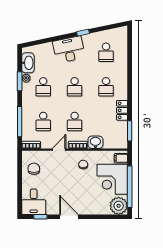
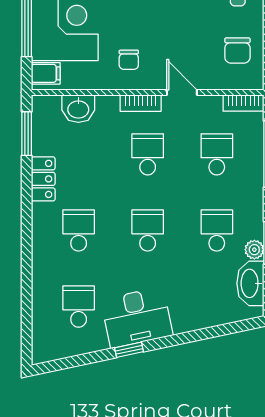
desk: (69, 50) -> (137, 317), moved
washbasin: (95, 142) -> (78, 109), moved
door: (59, 150) -> (182, 92), swing flipped

